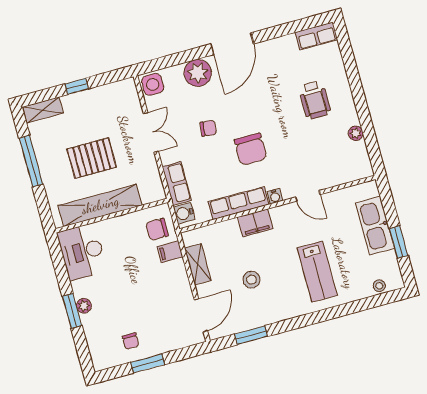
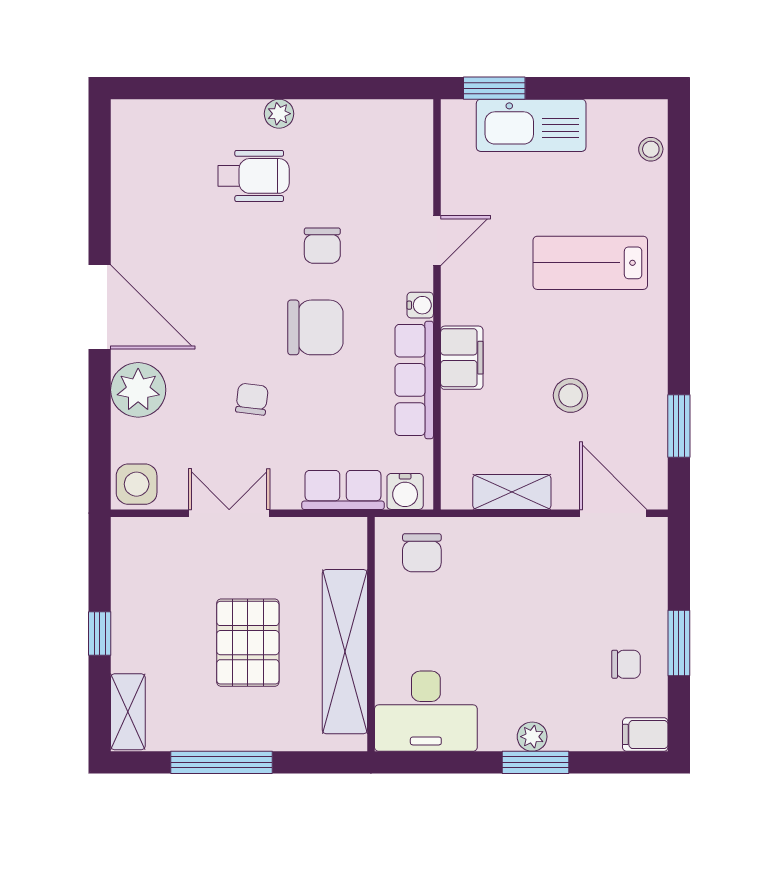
row of seats: (316, 36) -> (130, 138), removed
plant: (356, 133) -> (279, 114), moved
chair: (290, 142) -> (322, 246), added
window: (399, 242) -> (494, 88), moved
filing cabinet: (170, 252) -> (645, 734), moved, turned 90
lab bench: (317, 272) -> (590, 263), turned 180

